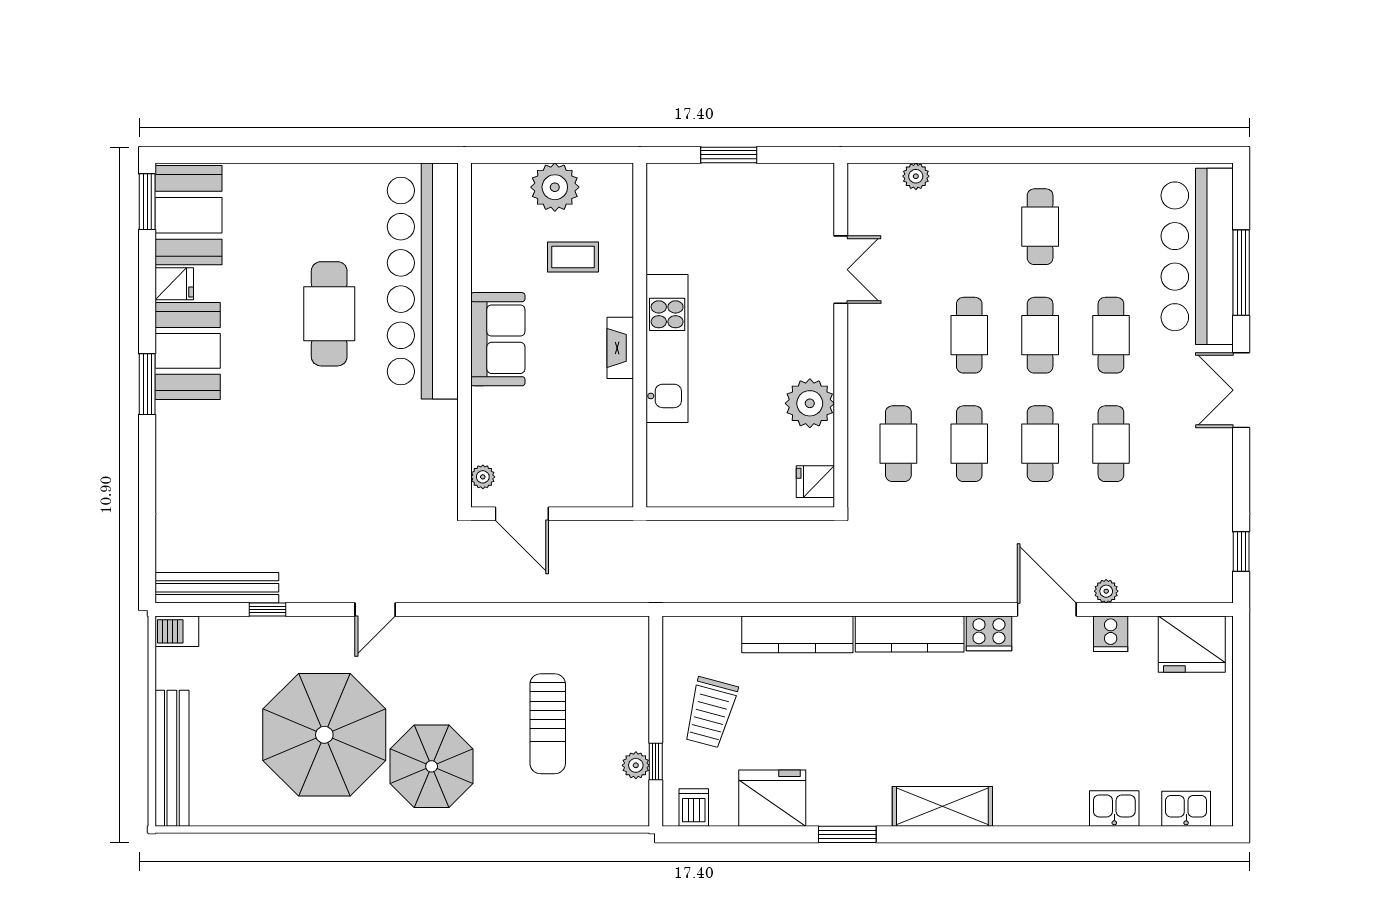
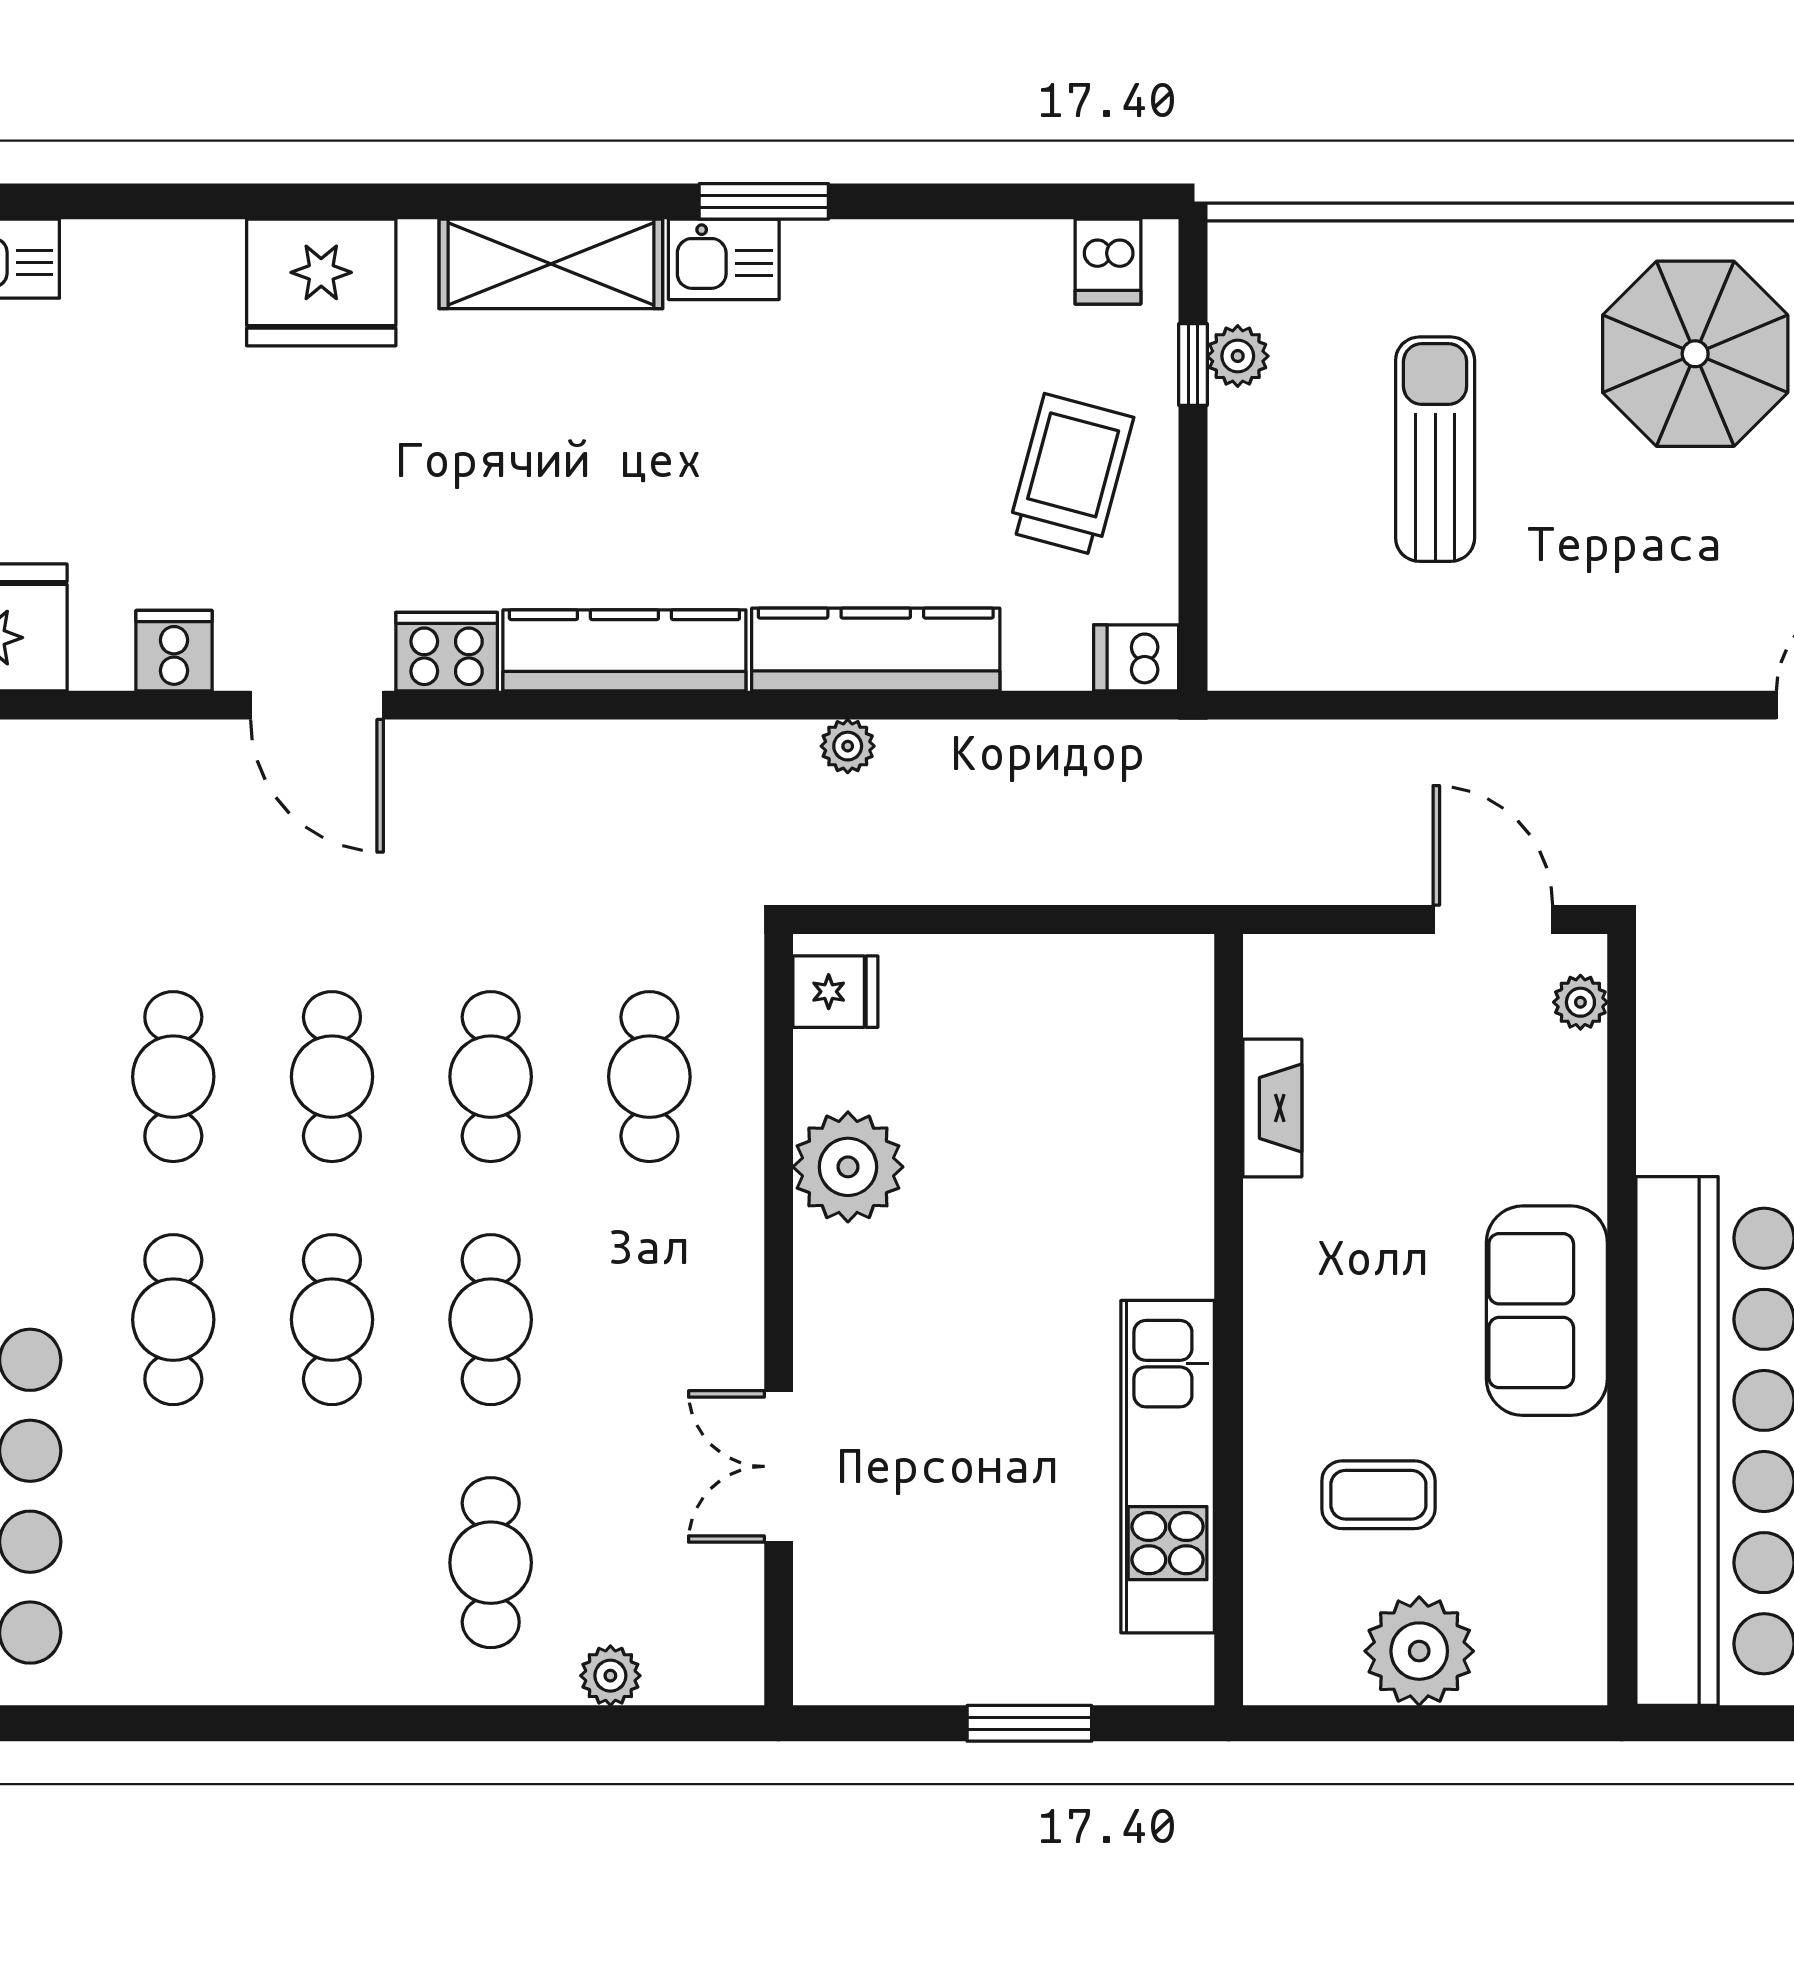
cafe table: (1040, 227) -> (491, 1563), moved
fireplace: (620, 348) -> (1272, 1108), moved
kitchen unit: (667, 348) -> (1168, 1467), moved
plant: (1106, 591) -> (848, 746), moved
dishwasher: (681, 631) -> (1136, 658), added
fridge: (772, 798) -> (321, 283), moved
kitchen sink: (1114, 808) -> (724, 259), moved

